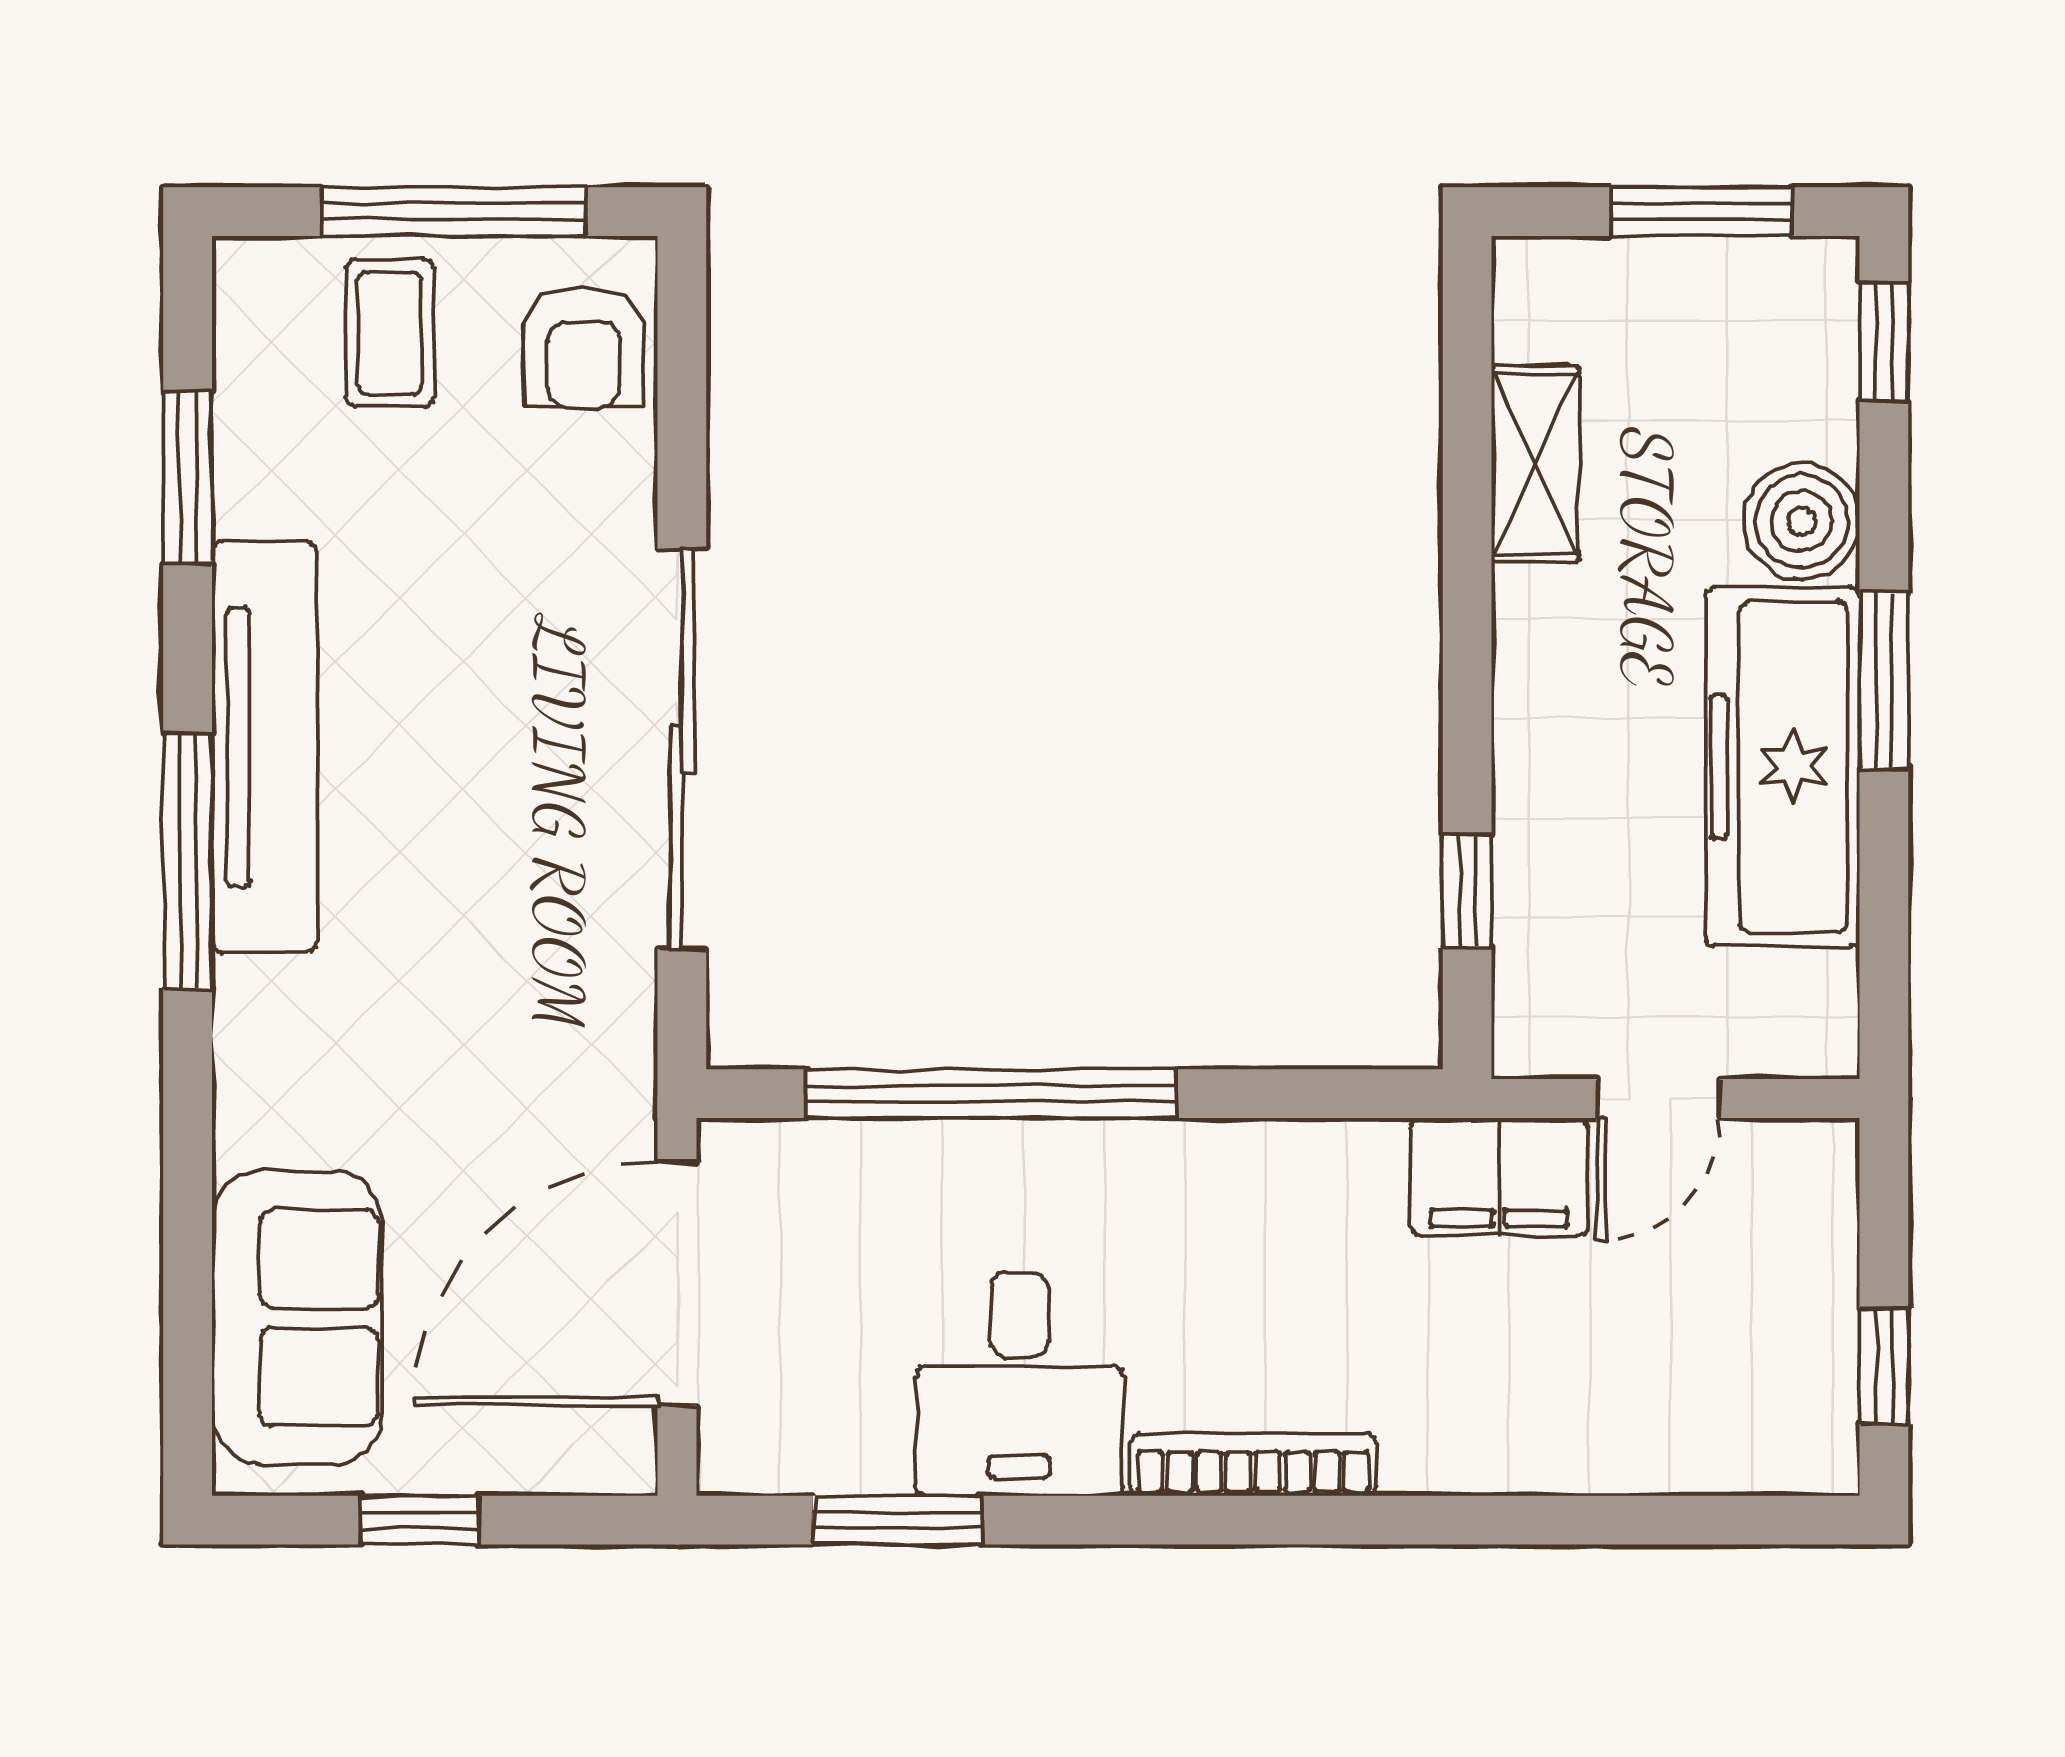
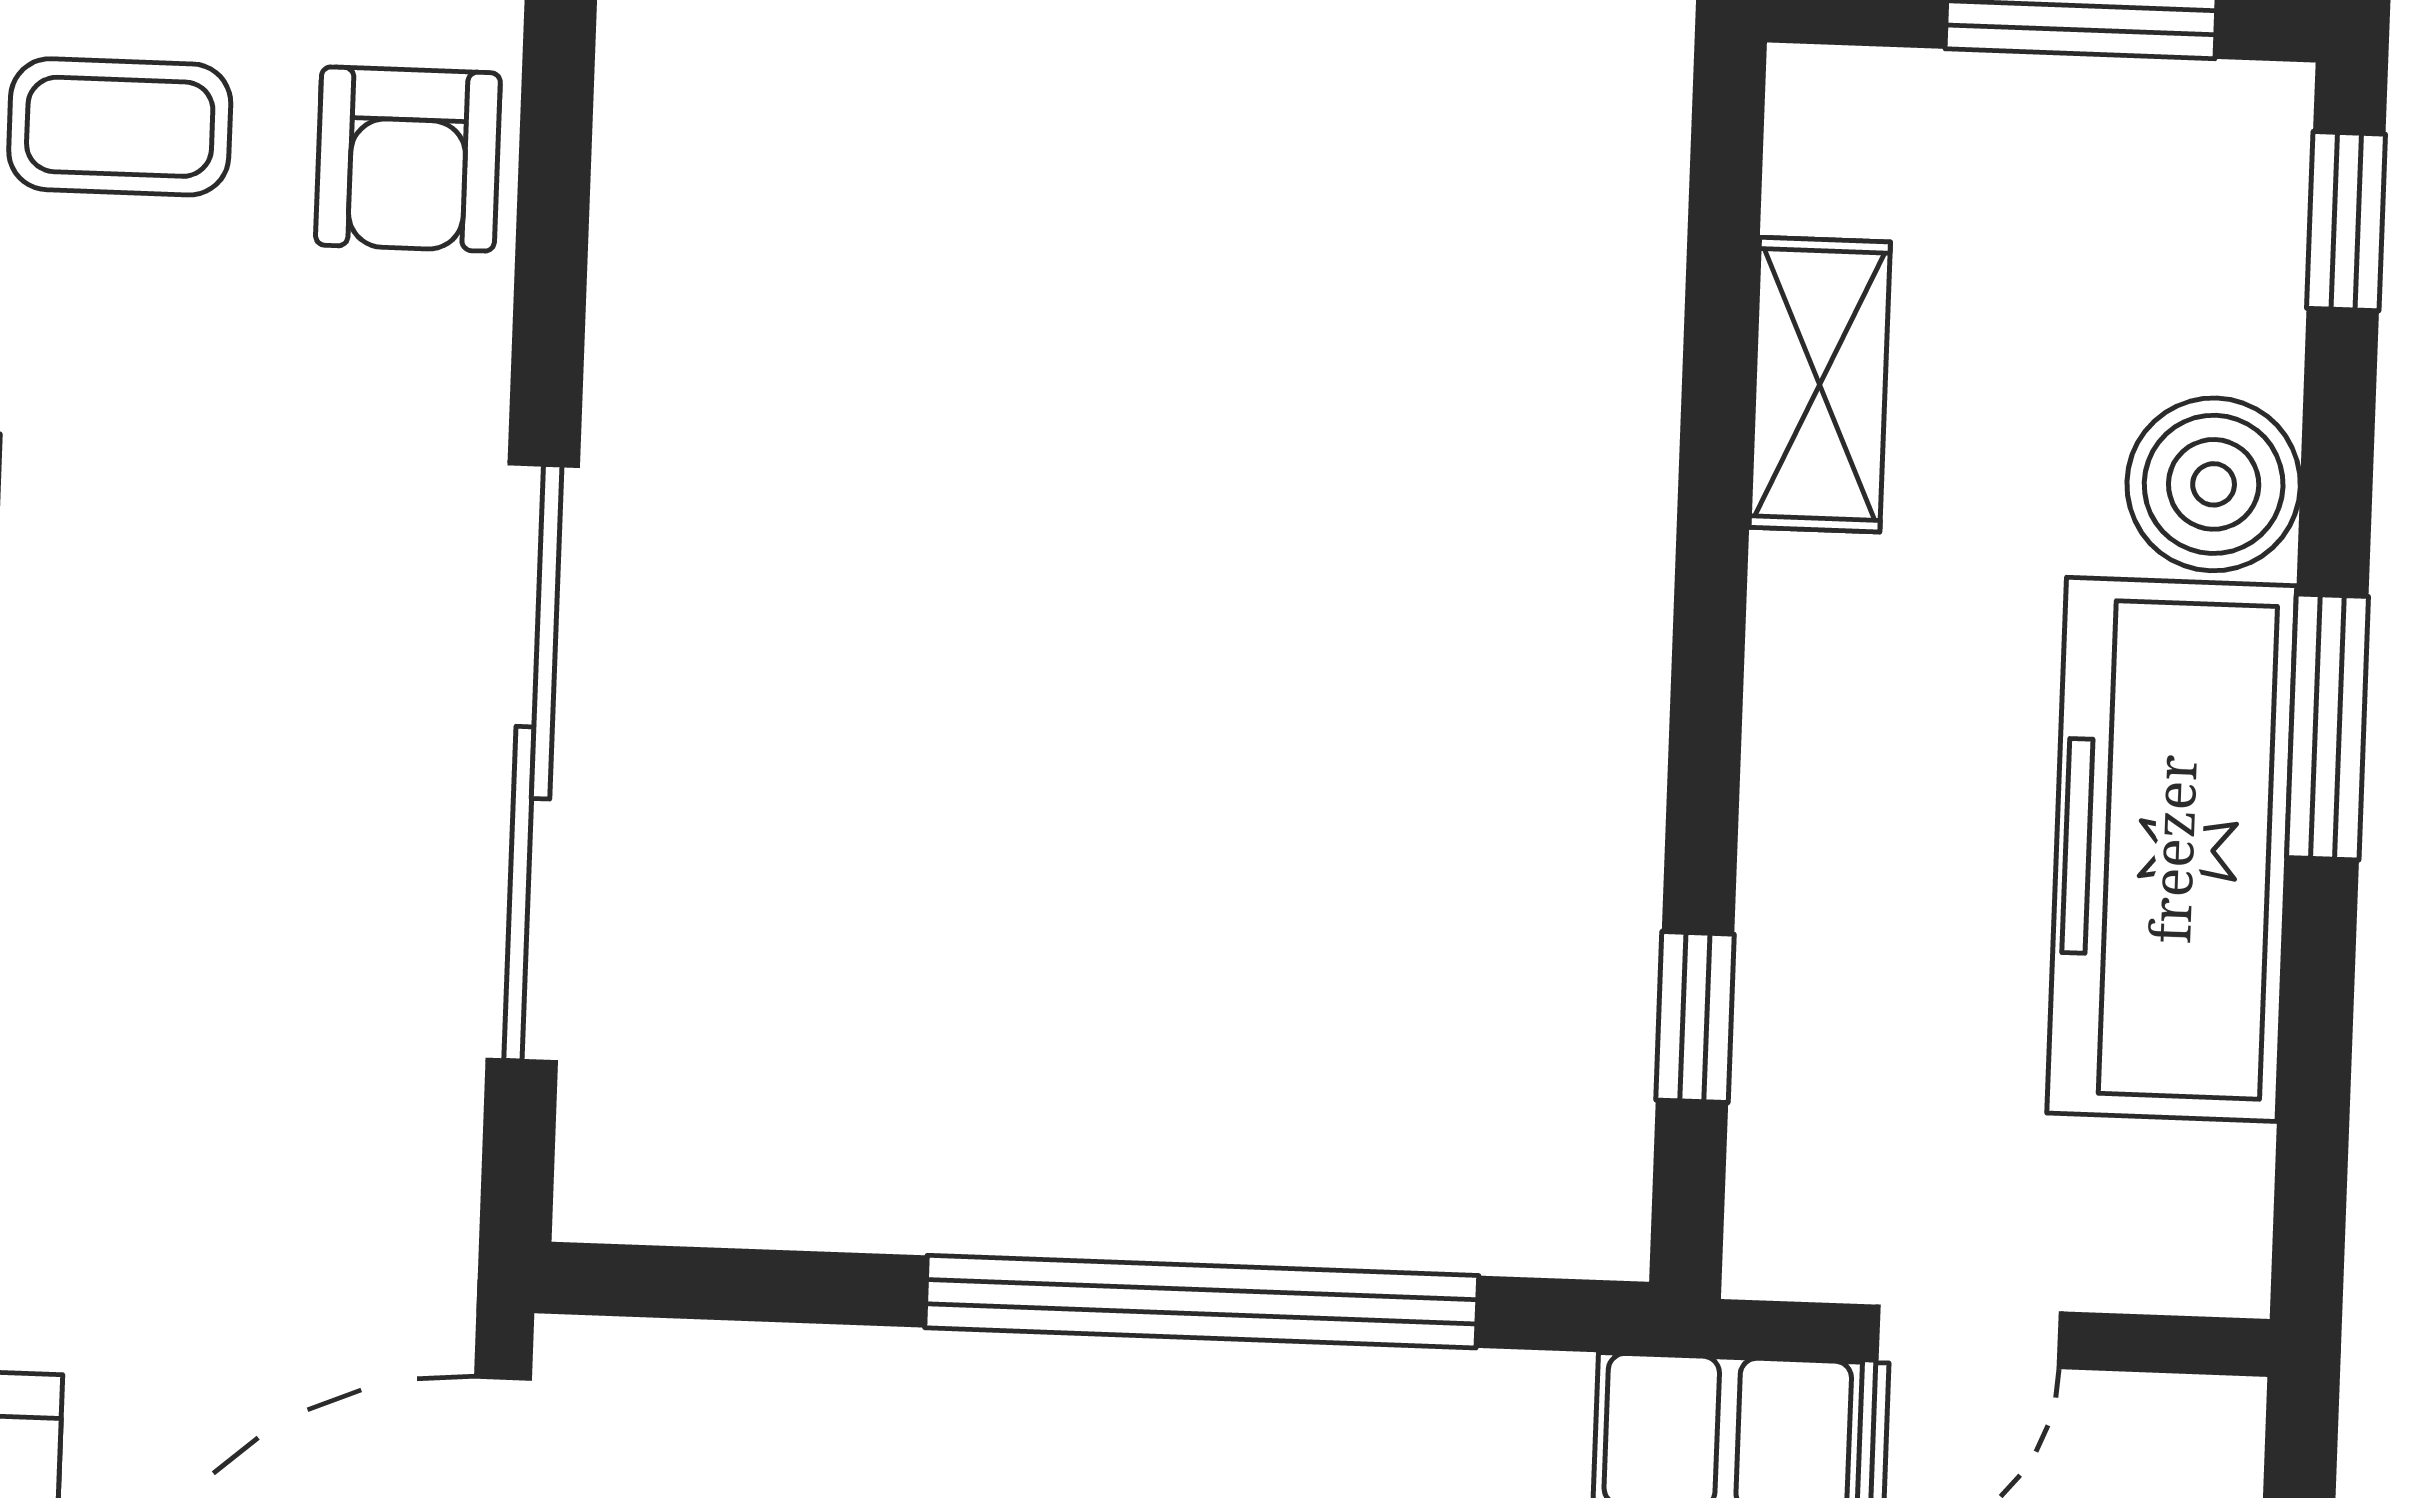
coffee table: (389, 333) -> (120, 127), turned 90
window: (991, 1094) -> (1202, 1302), moved

